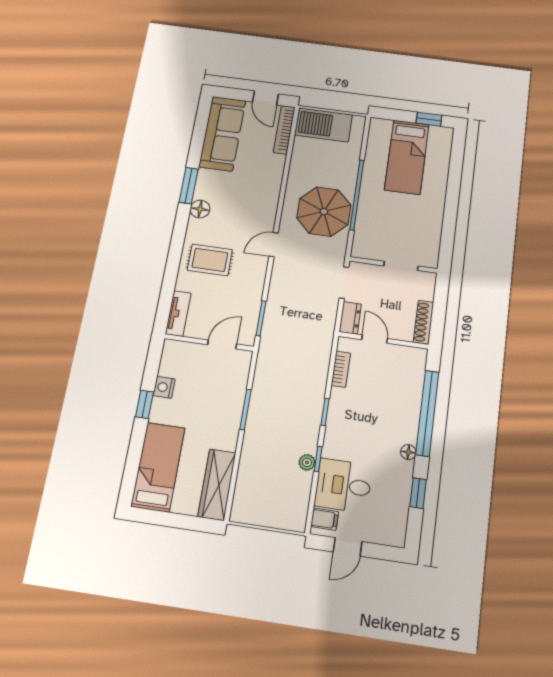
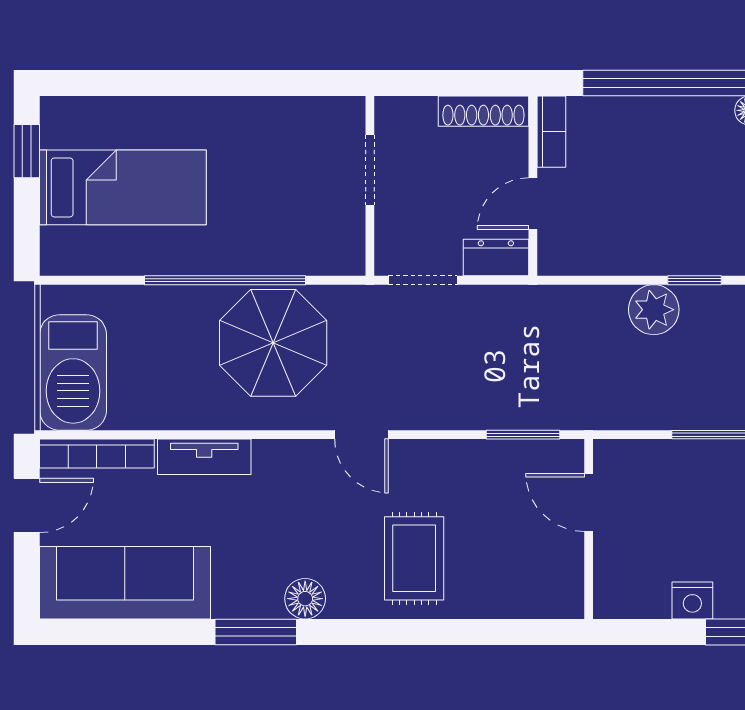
tv unit: (178, 314) -> (204, 457), moved, turned 180
bookcase: (341, 369) -> (551, 132), moved, turned 90
plant: (313, 390) -> (654, 310), added

